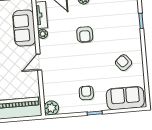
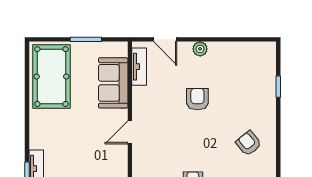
plant: (43, 34) -> (139, 93), removed
armchair: (85, 34) -> (197, 99), turned 180

